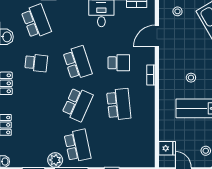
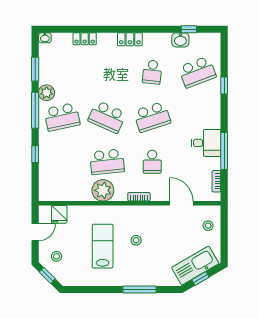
plant: (145, 108) -> (103, 190), added

